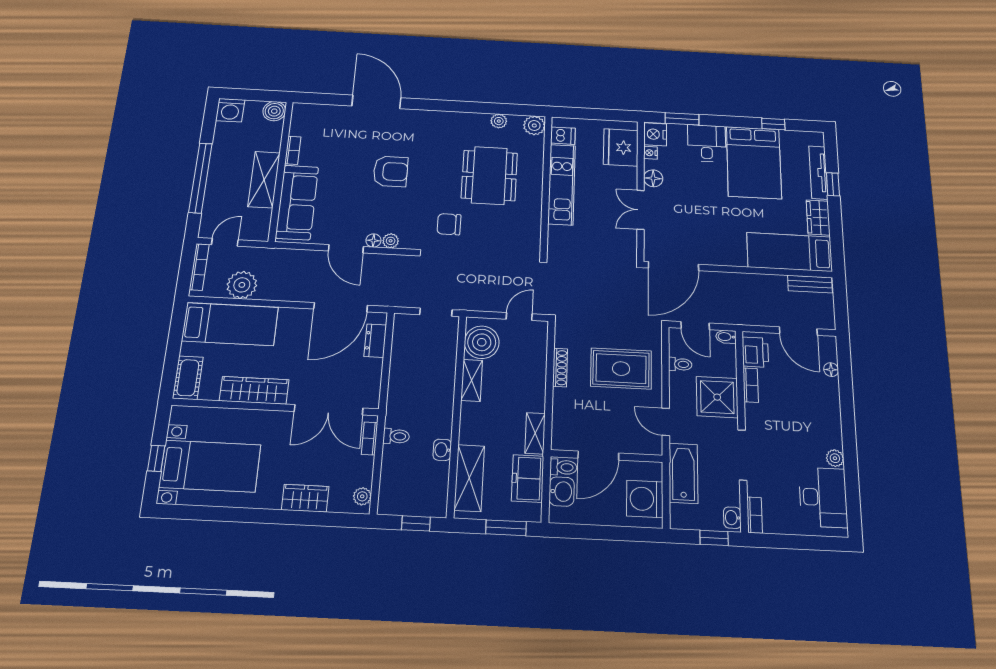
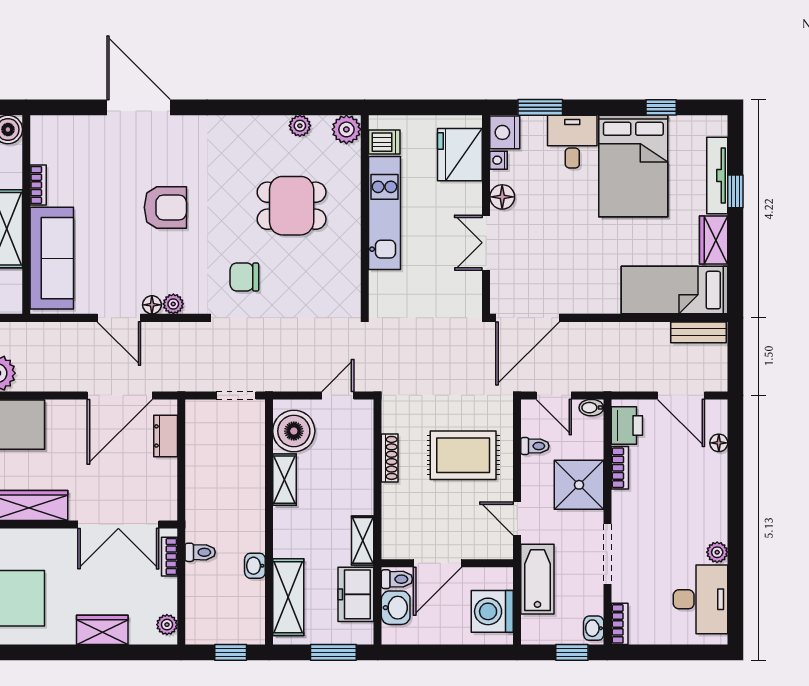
dining table: (489, 175) -> (292, 206), width x0.73

